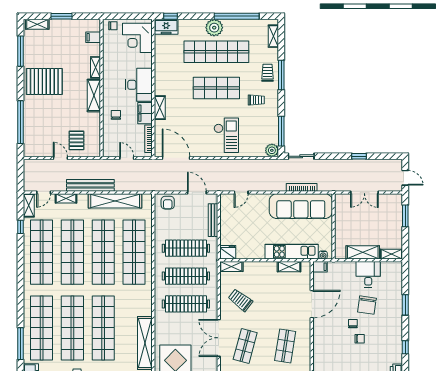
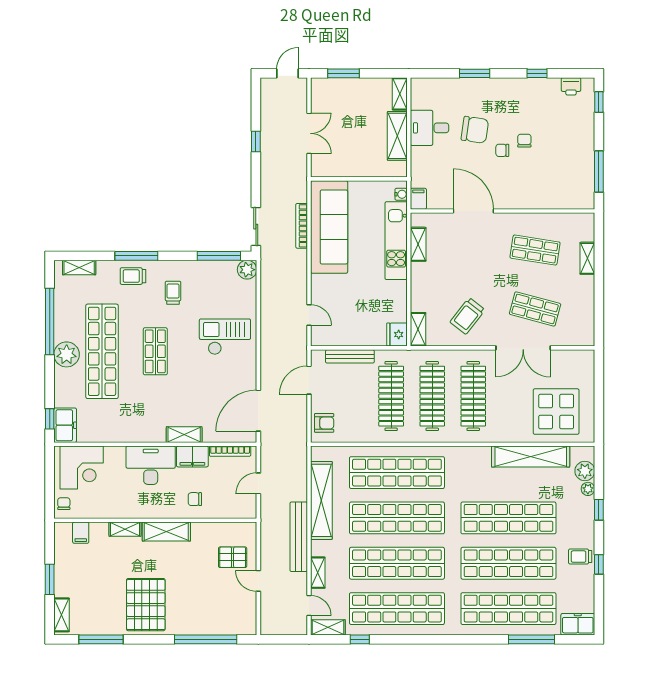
shop shelf: (216, 88) -> (155, 351), width x0.70, depth x0.74
door: (60, 158) -> (258, 581), hinge flipped

